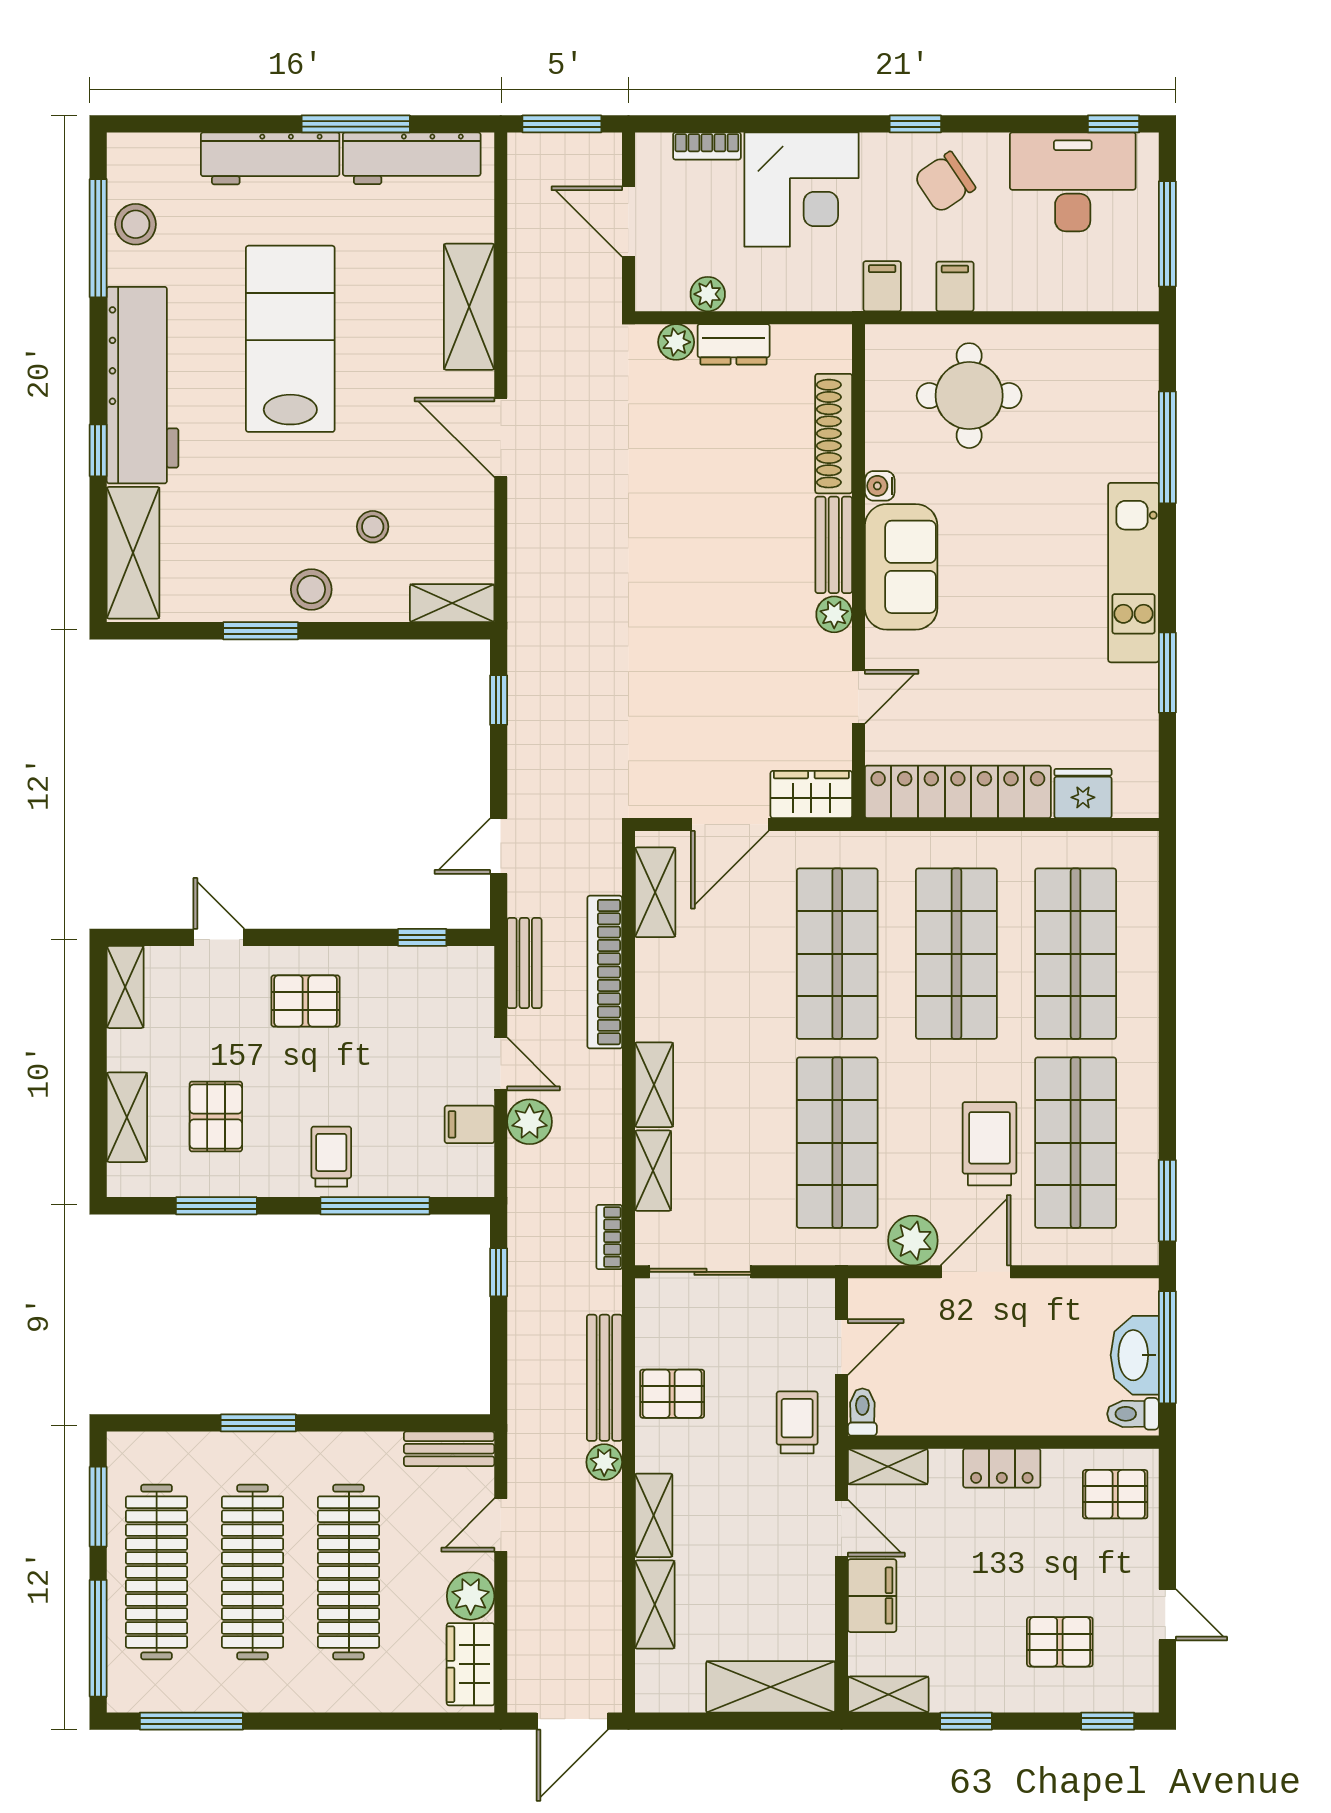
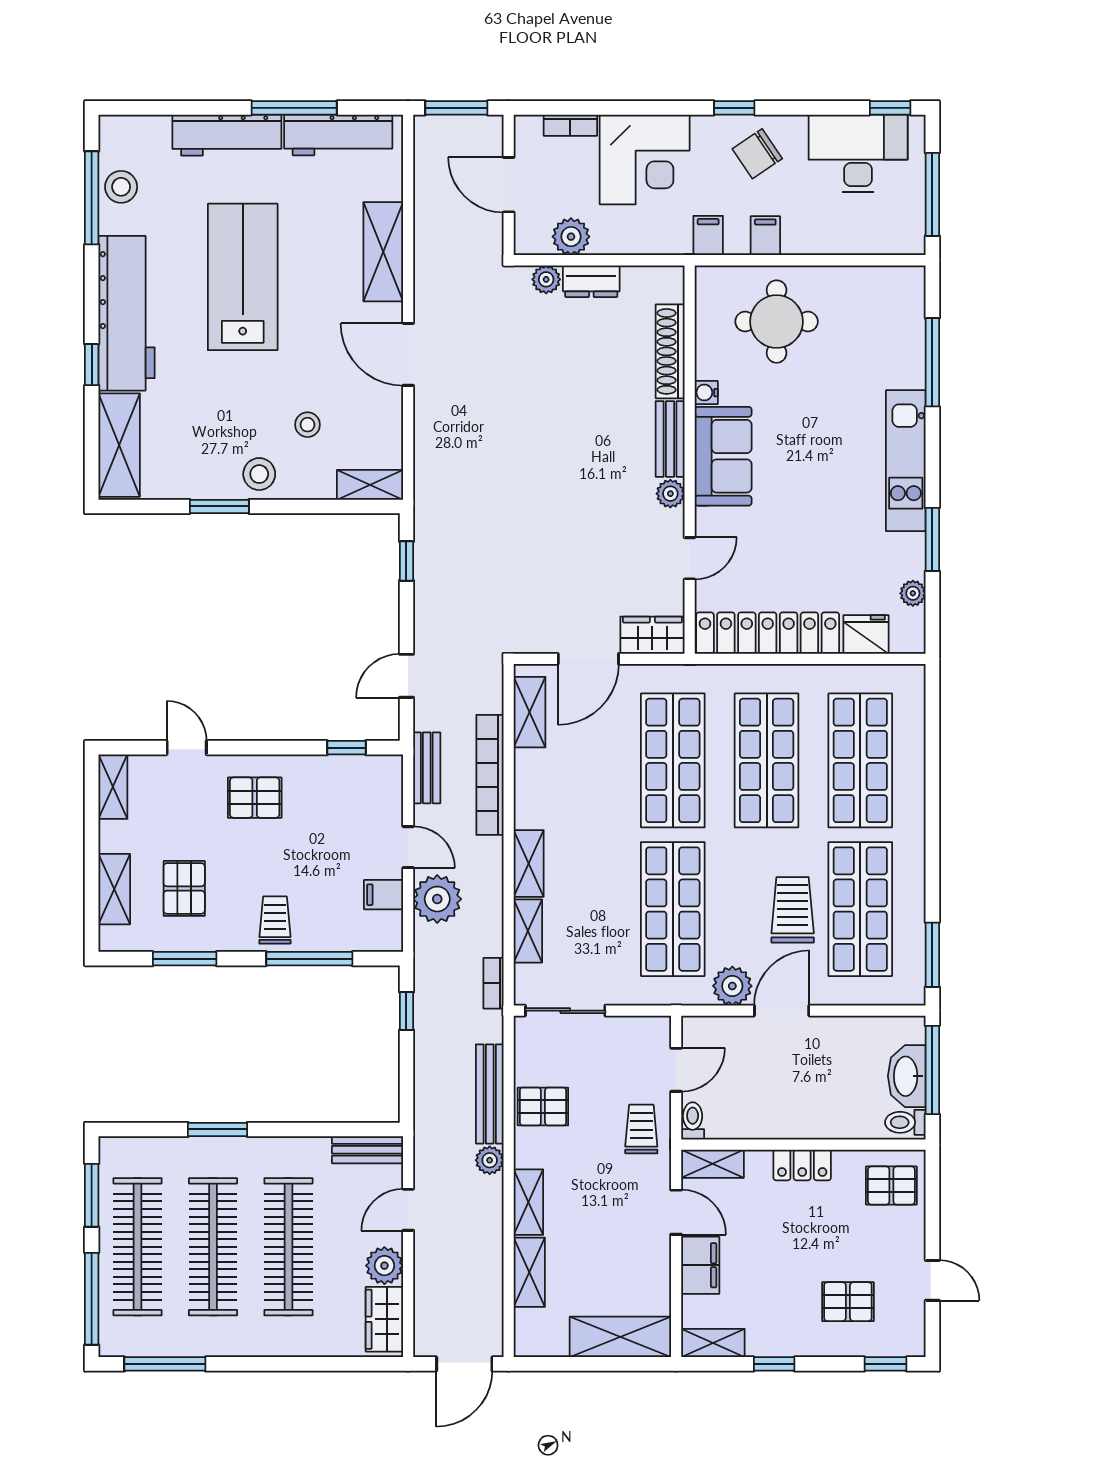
plant: (708, 294) -> (571, 237), width x1.38, depth x1.38
plant: (1142, 741) -> (913, 593), added
plant: (530, 1122) -> (437, 899), width x1.36, depth x1.36

